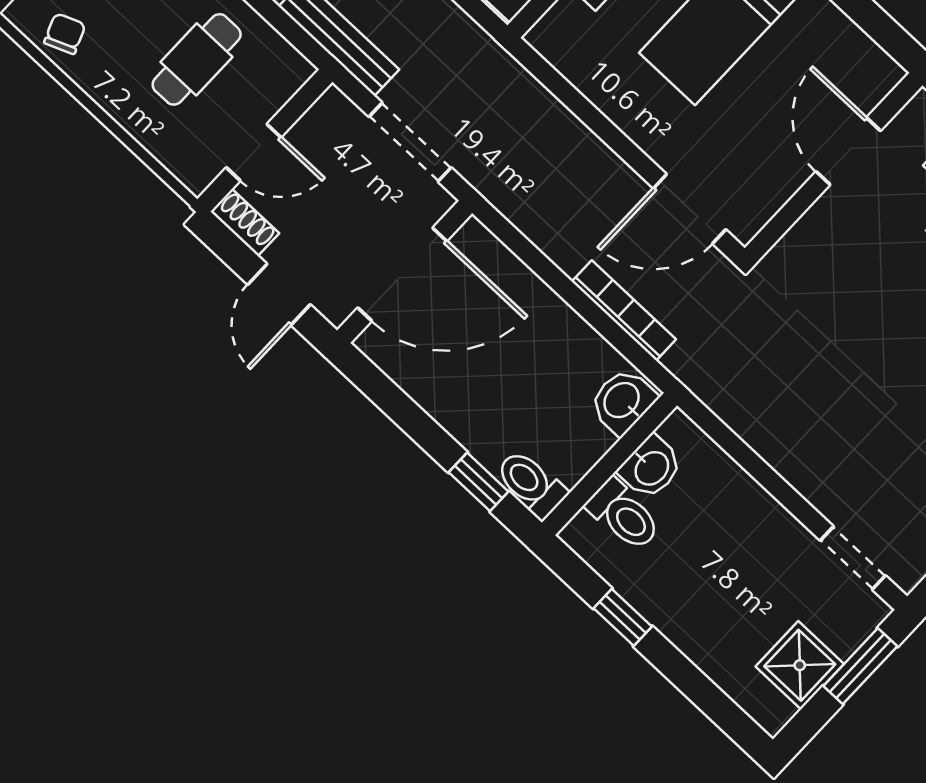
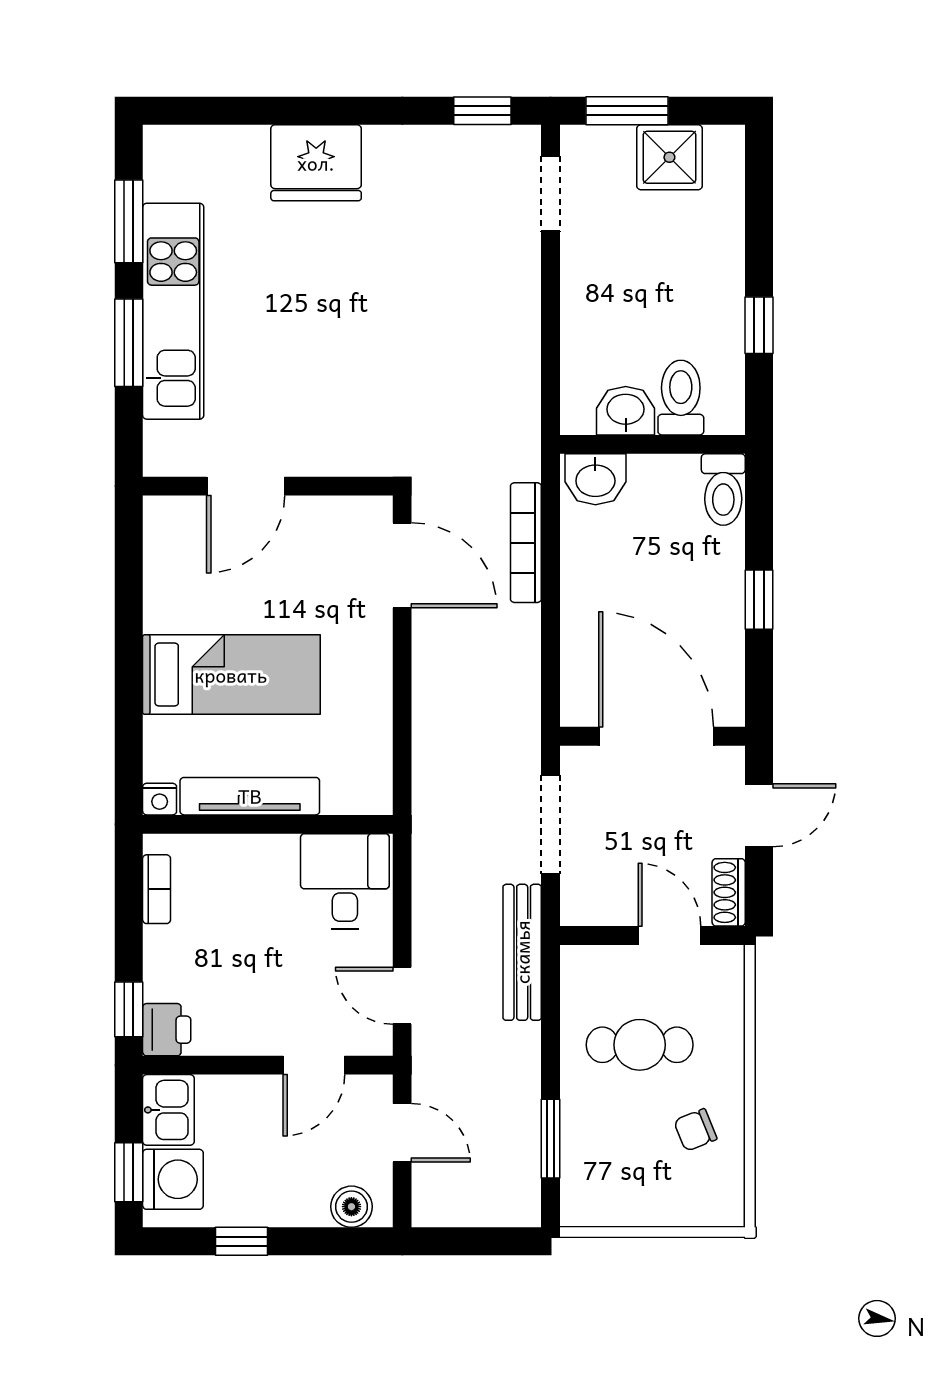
chair: (65, 34) -> (695, 1130), moved
window: (479, 482) -> (759, 600), moved

